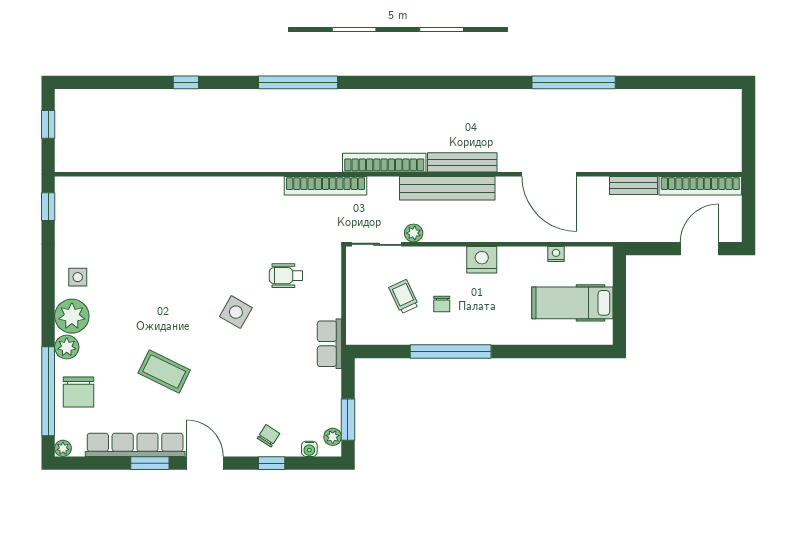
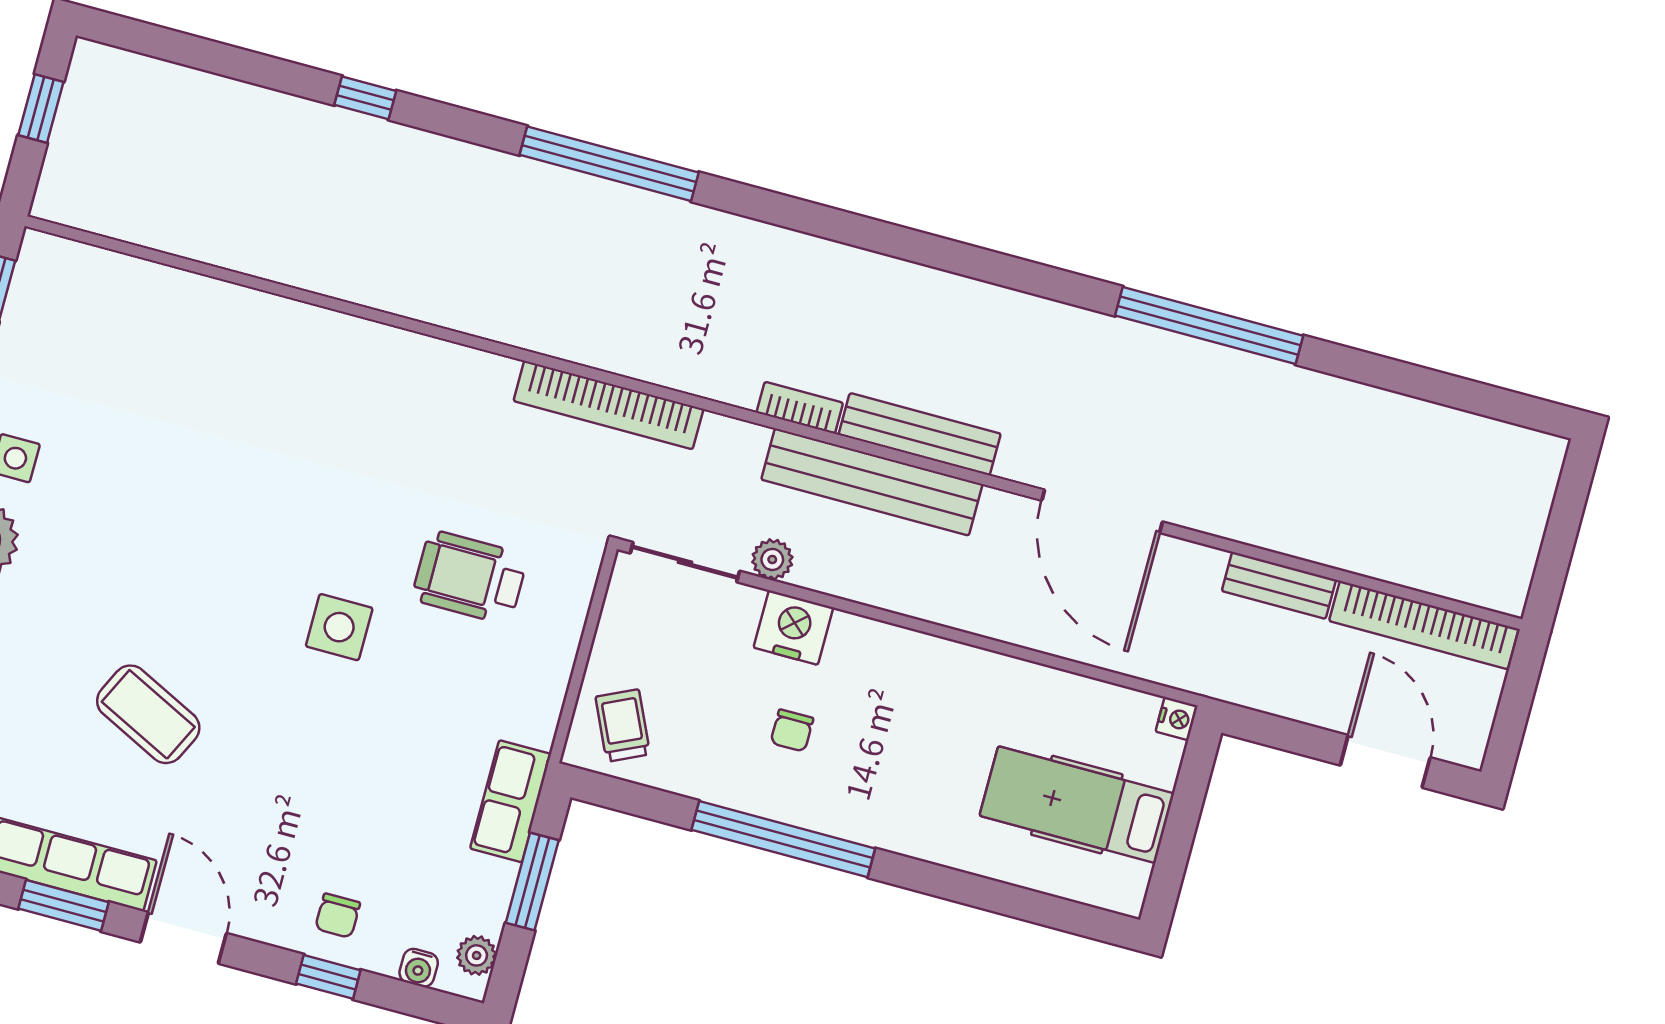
bookcase: (384, 163) -> (800, 408), width x0.43, depth x0.76
door: (699, 249) -> (1385, 761), hinge flipped
nightstand: (556, 254) -> (1177, 719), moved, turned 90
nightstand: (482, 260) -> (793, 628), moved
wheelchair: (286, 276) -> (470, 577), width x1.36, depth x1.37
trolley: (404, 297) -> (623, 725), moved
side table: (236, 312) -> (339, 627), turned -30
row of seats: (329, 344) -> (511, 801), moved
window: (348, 420) -> (532, 881), moved
chair: (269, 436) -> (338, 916), turned 147

